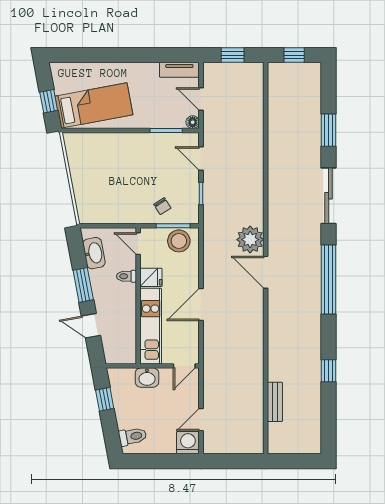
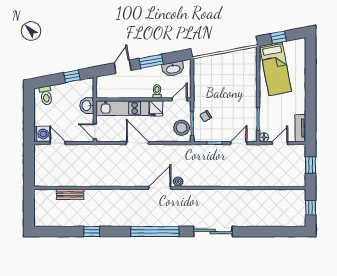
window: (329, 130) -> (258, 232), removed
plant: (250, 240) -> (178, 182), width x0.53, depth x0.53

